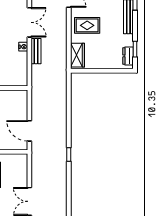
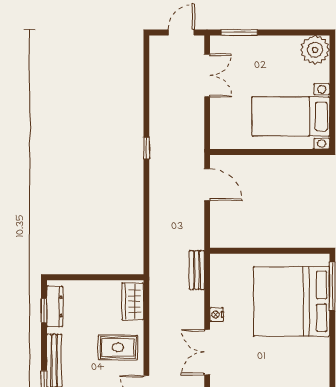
bench: (36, 51) -> (197, 270), moved
dresser: (128, 56) -> (55, 306), width x1.44

